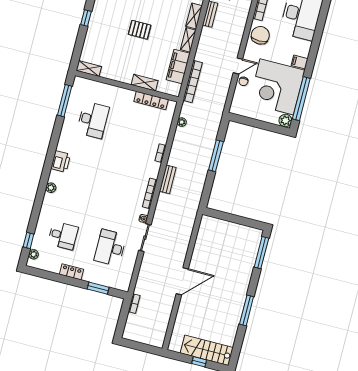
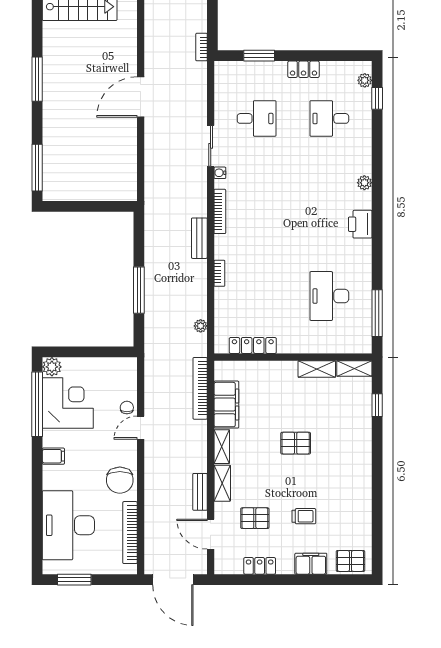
window: (86, 18) -> (377, 405), moved
shelving: (145, 83) -> (317, 369), moved
corner desk: (277, 87) -> (68, 403), width x0.74, depth x0.74
desk: (110, 248) -> (257, 118), width x0.73

